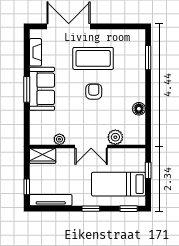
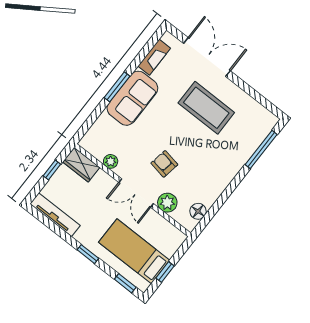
window: (148, 58) -> (261, 149), width x1.44
armchair: (94, 92) -> (164, 164), moved, turned -80
floor lamp: (139, 109) -> (198, 211), moved
window: (148, 170) -> (165, 272), moved
window: (27, 187) -> (52, 170), moved

